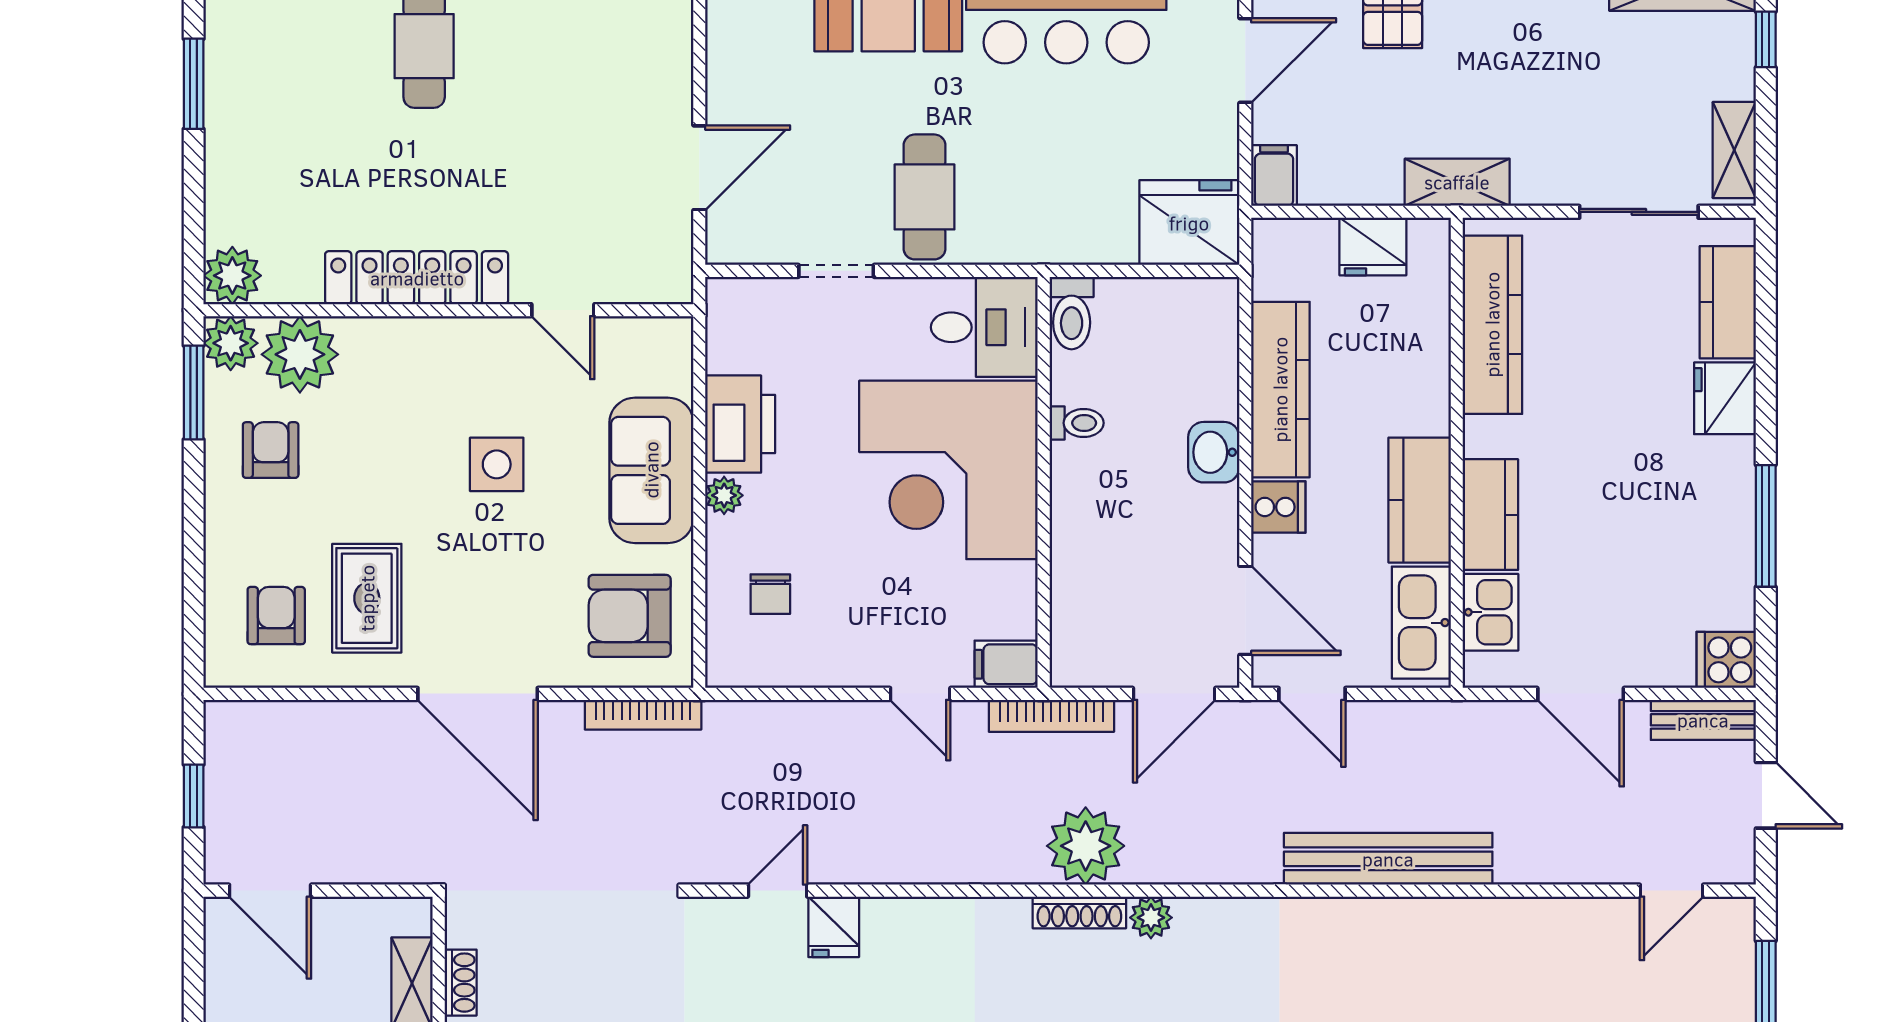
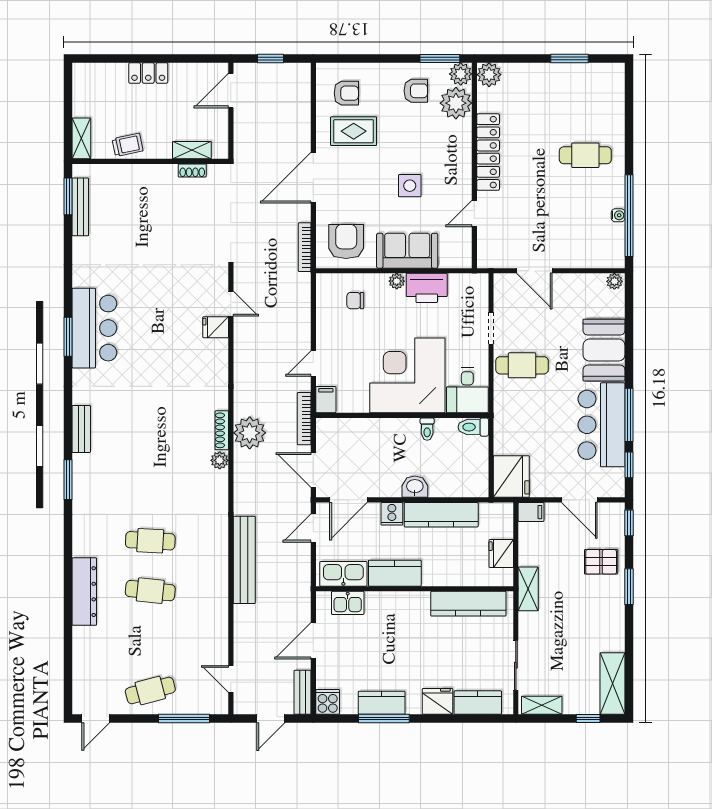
kitchen counter: (1490, 515) -> (382, 703), moved, turned 180

